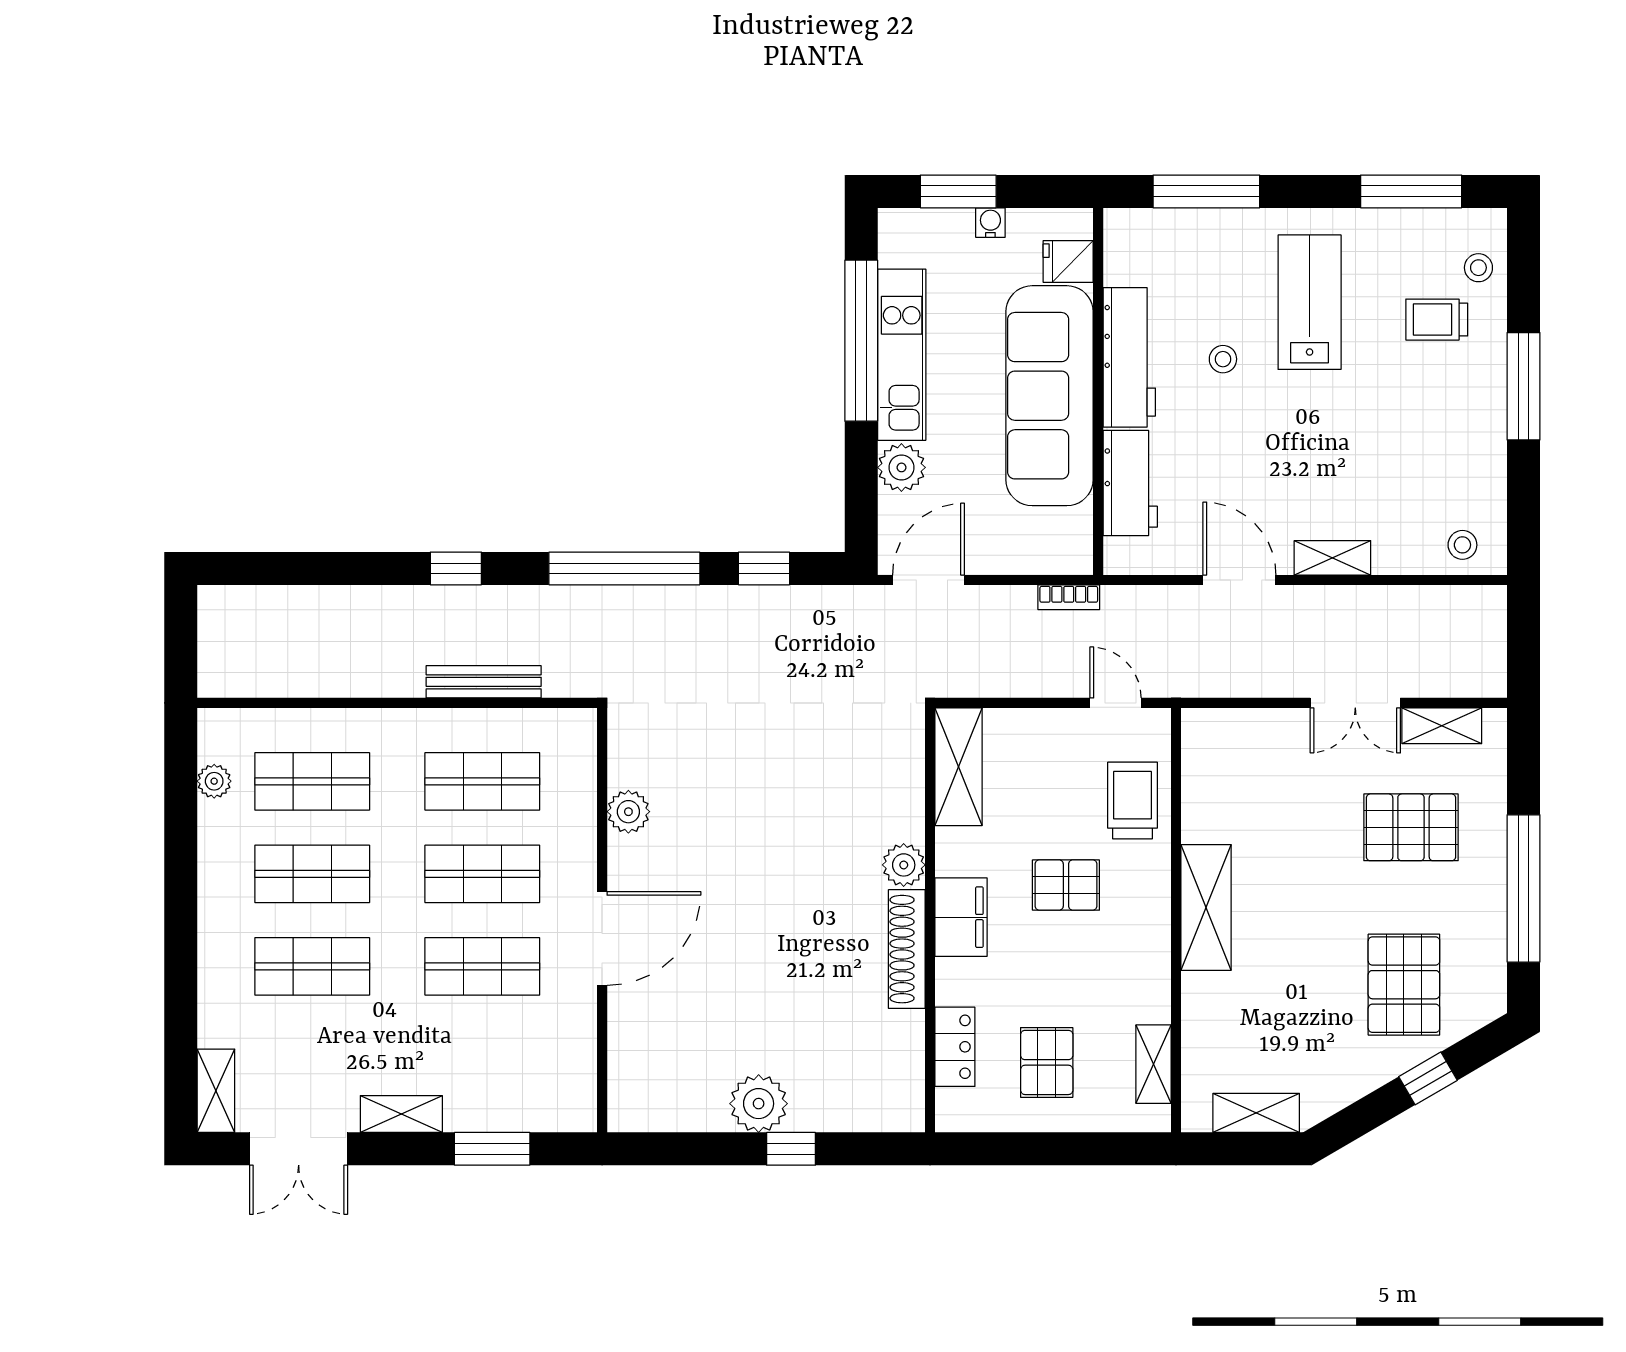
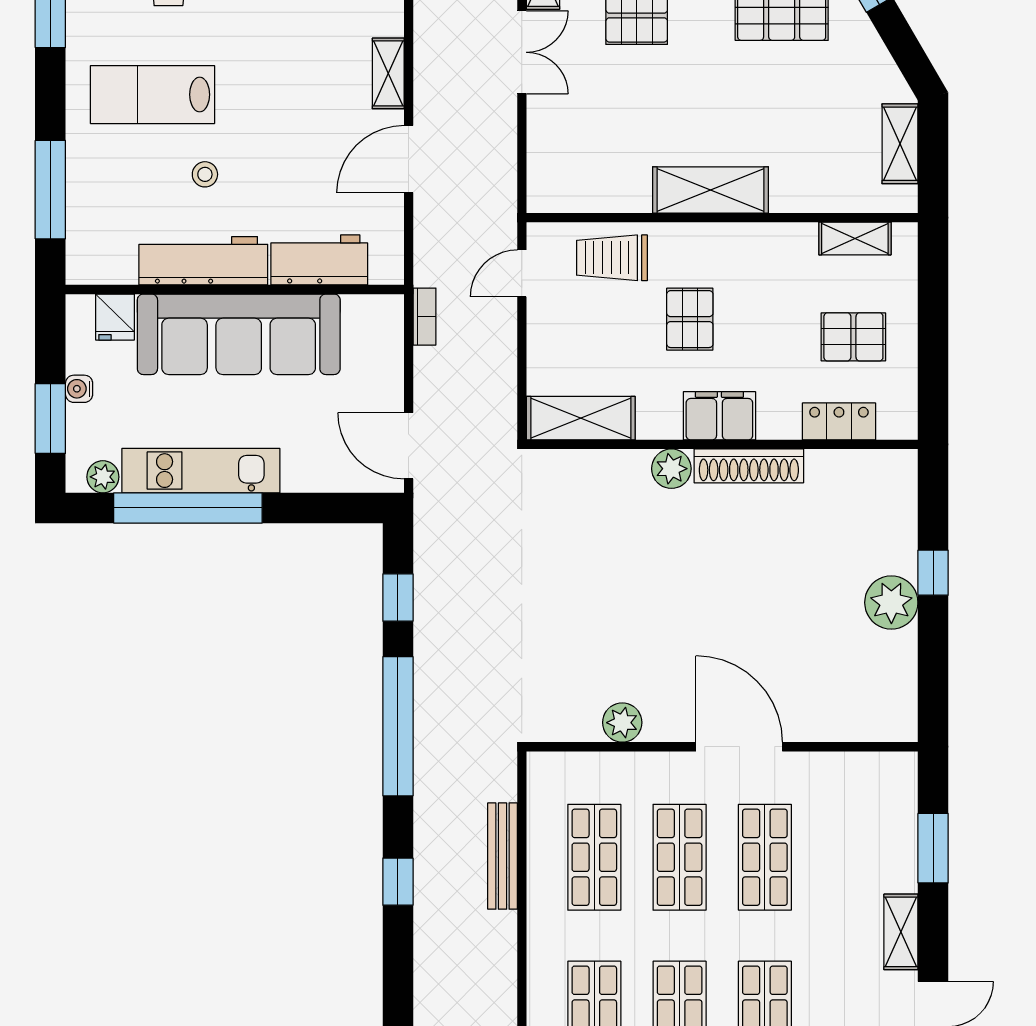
plant: (901, 467) -> (103, 477), moved, width x0.73, depth x0.73

